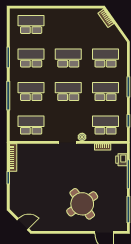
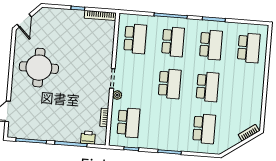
school desk: (106, 92) -> (166, 126), removed
round table: (82, 204) -> (39, 68), moved, turned 35

